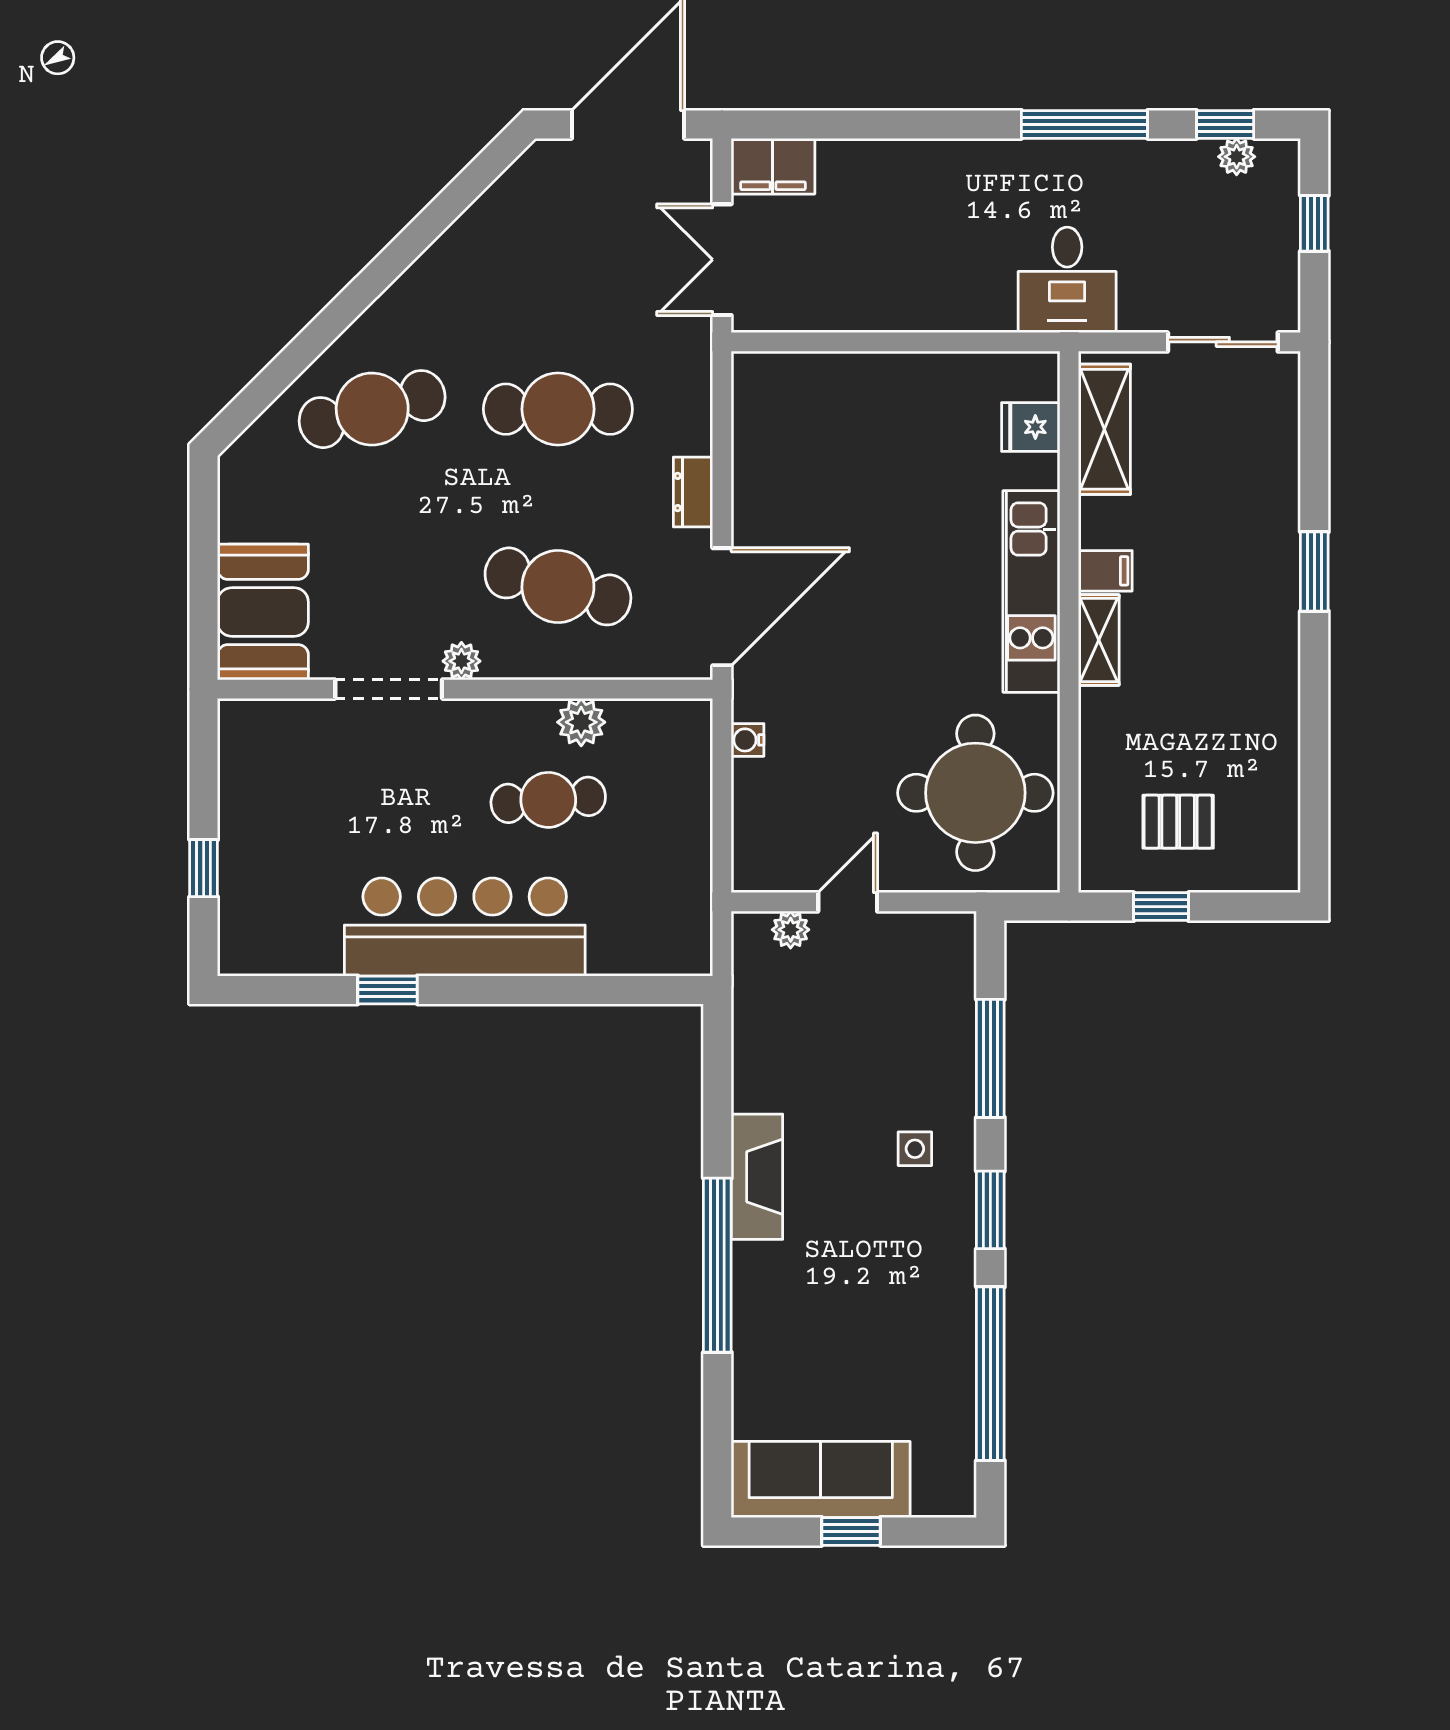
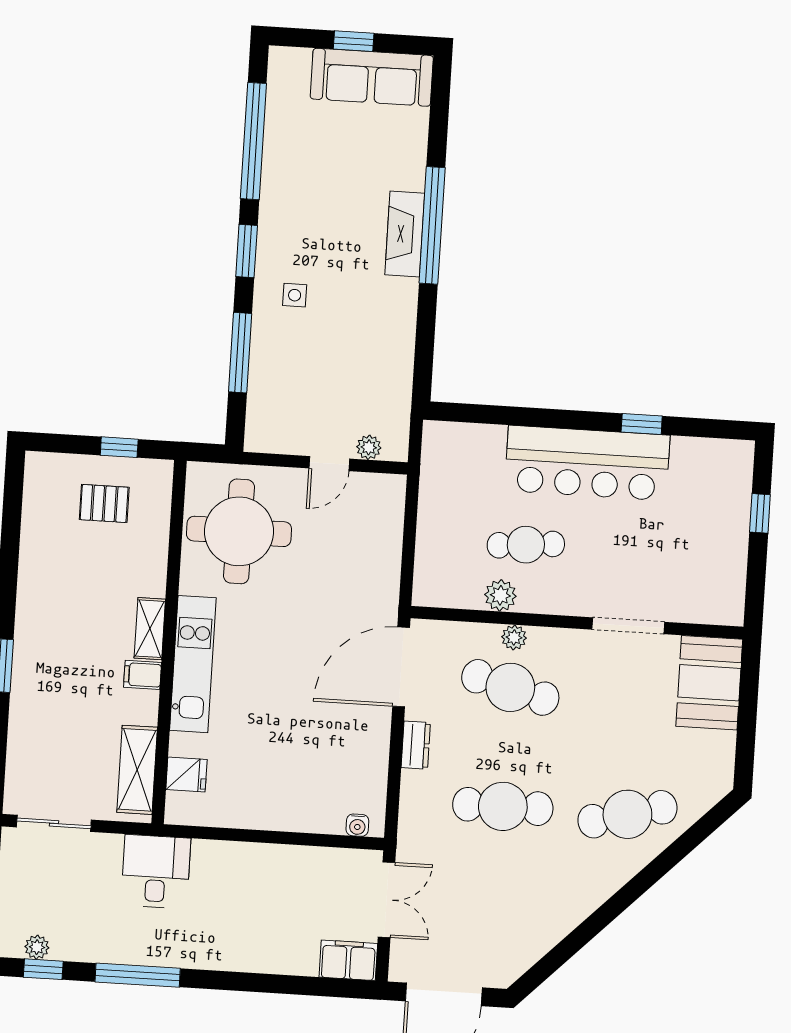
plant: (461, 661) -> (514, 637), moved
water cooler: (748, 740) -> (357, 825), moved, turned 90
fireplace: (757, 1177) -> (405, 234), moved

